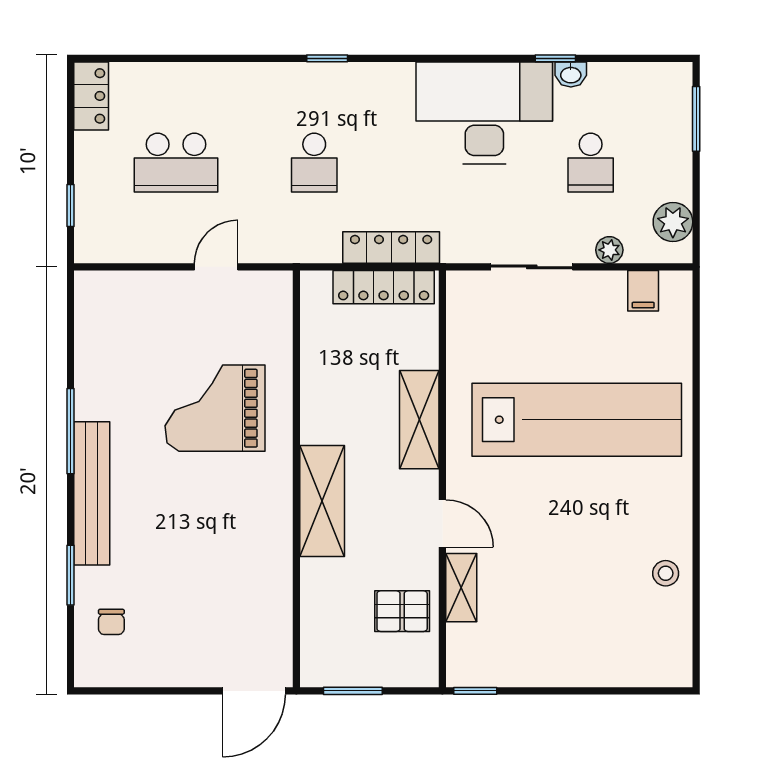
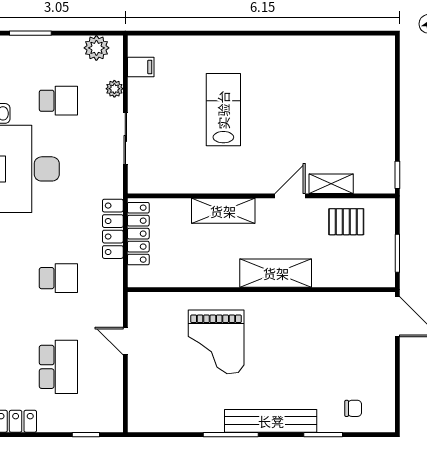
lab bench: (577, 420) -> (223, 110), width x0.54, depth x0.72
stool: (666, 573) -> (322, 53), removed
pallet: (402, 611) -> (346, 222), turned 90

